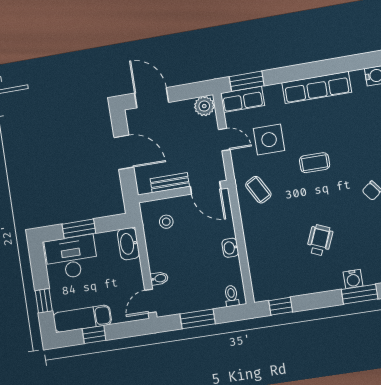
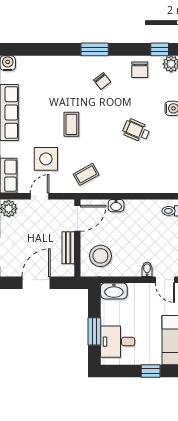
stool: (166, 222) -> (100, 256), width x1.89, depth x1.89
washbasin: (230, 248) -> (116, 206), moved
desk: (71, 257) -> (118, 342), width x0.73

